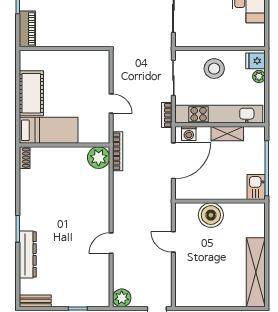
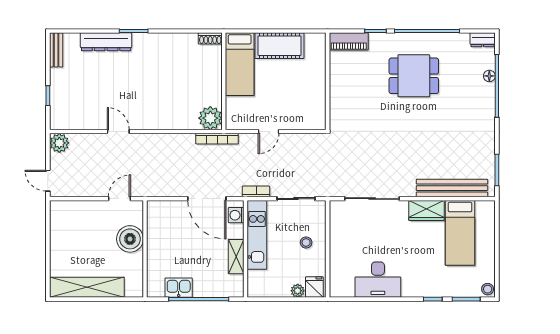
stool: (214, 69) -> (306, 242), width x0.53, depth x0.53
kitchen unit: (219, 114) -> (257, 235), width x0.73
wall: (220, 201) -> (145, 249), moved
boiler: (211, 215) -> (130, 239), moved

